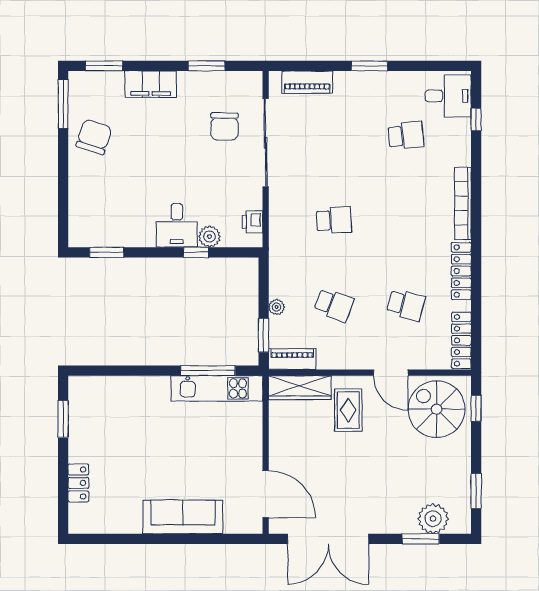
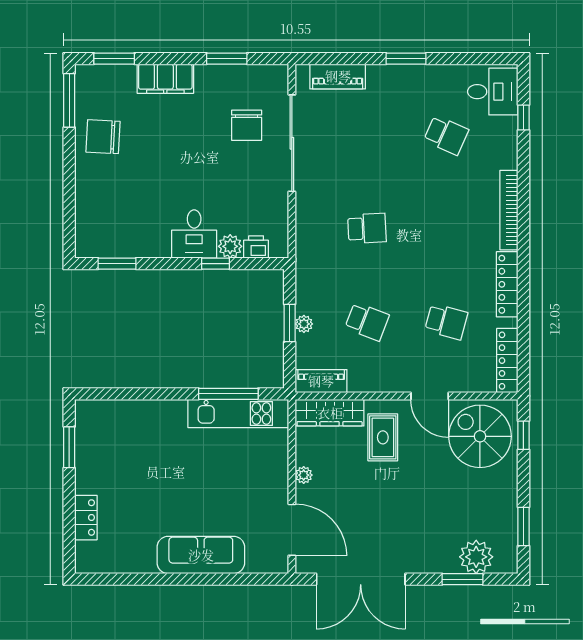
school desk: (406, 135) -> (446, 135), turned 30
chair: (94, 137) -> (103, 137), turned -105
printer: (252, 222) -> (256, 247), moved, turned 90
window: (264, 335) -> (290, 323), moved
plant: (276, 444) -> (304, 475), added

